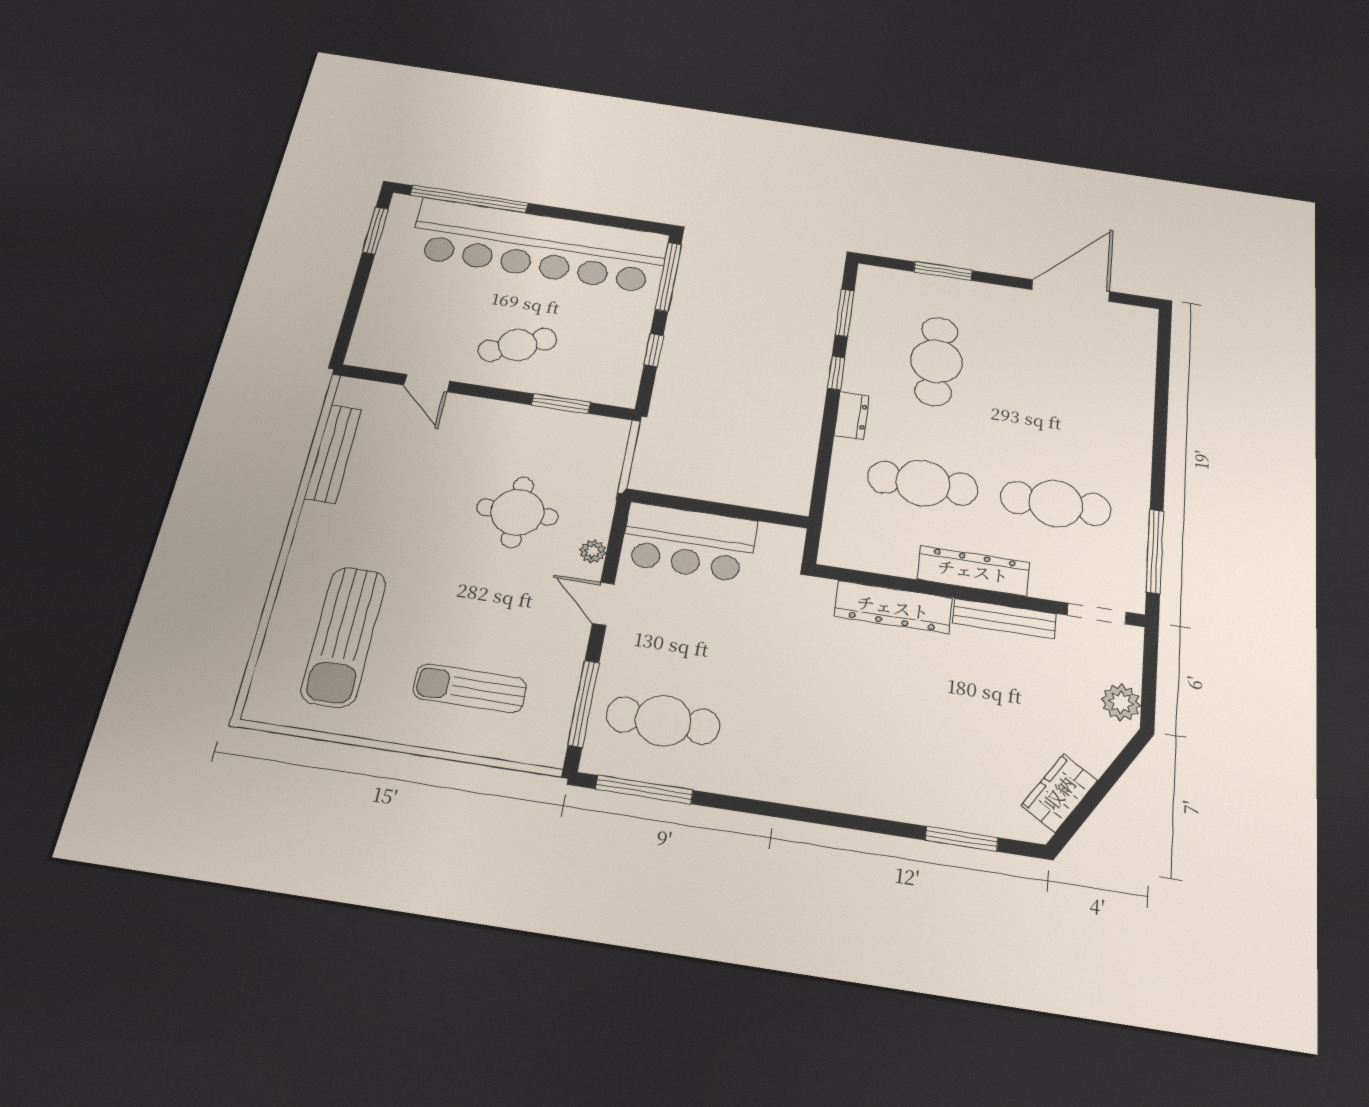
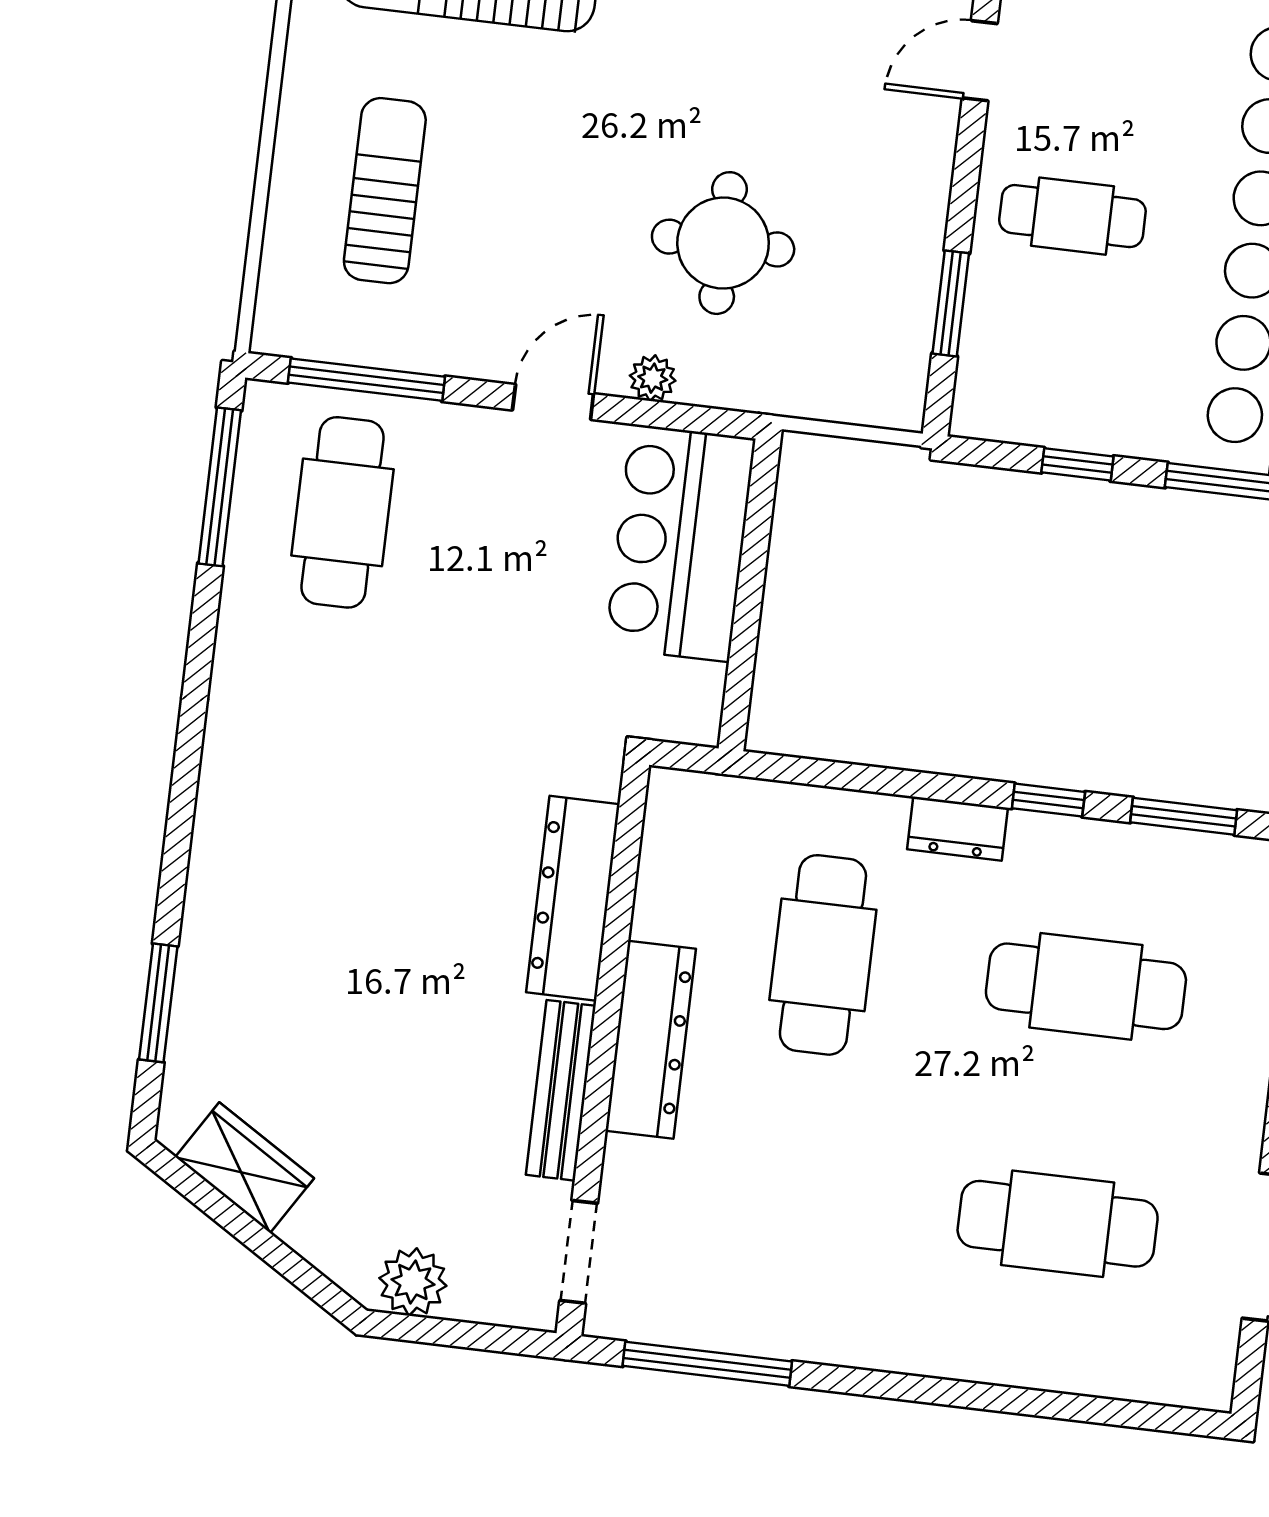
cafe table: (517, 345) -> (1072, 216), turned -65
cafe table: (1056, 503) -> (1058, 1224), moved, turned 90

